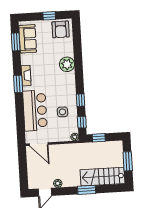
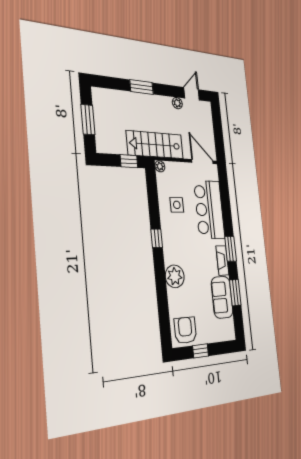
sofa: (28, 39) -> (222, 297), moved
window: (16, 42) -> (235, 293), moved
window: (81, 100) -> (157, 238), moved
window: (82, 122) -> (152, 187), removed
stairs: (103, 177) -> (155, 145), moved, turned 180

